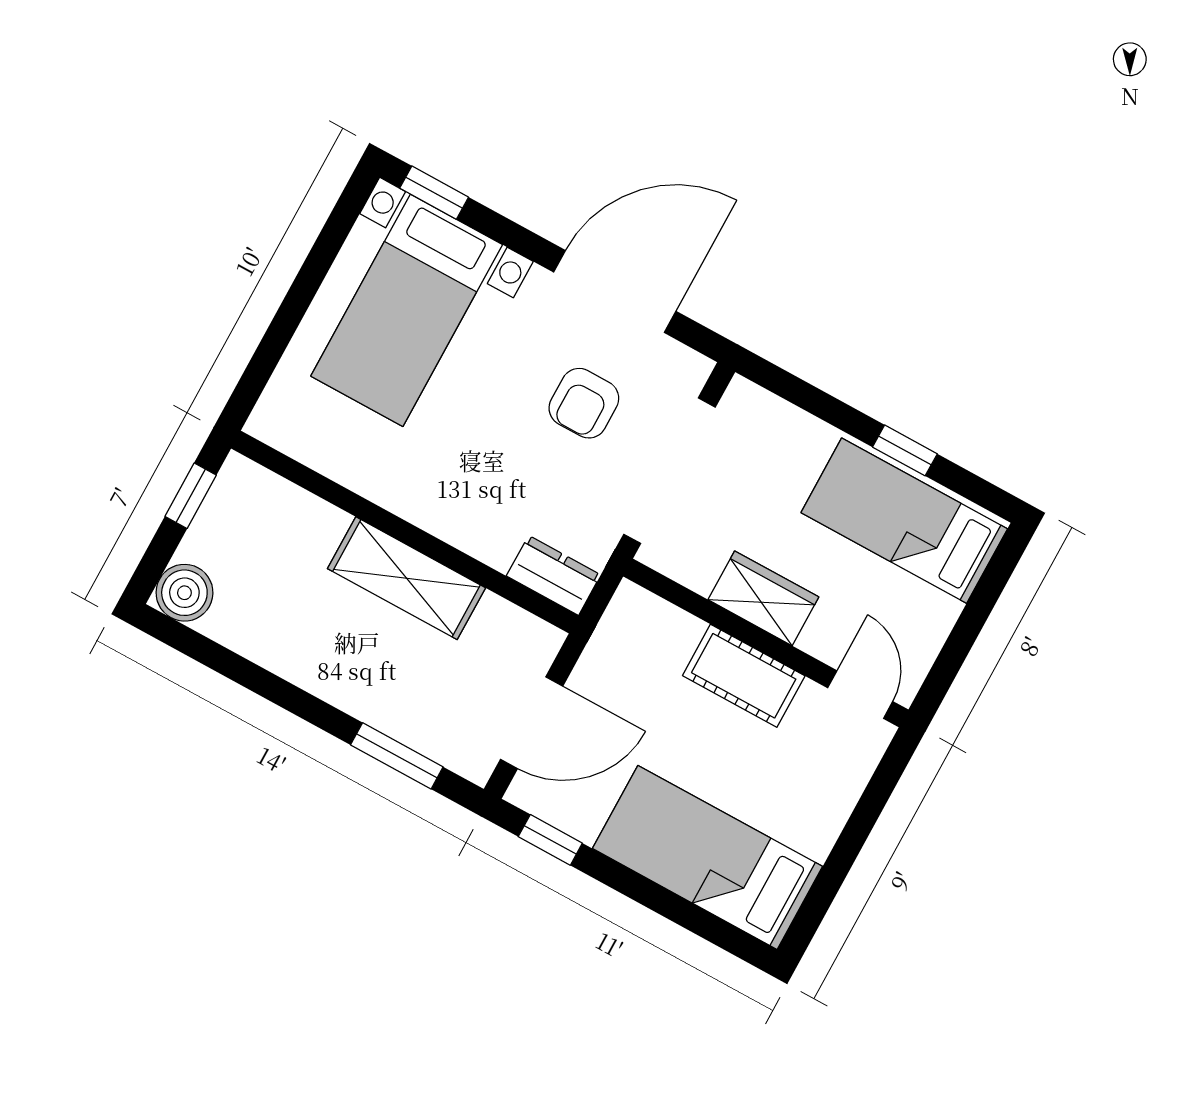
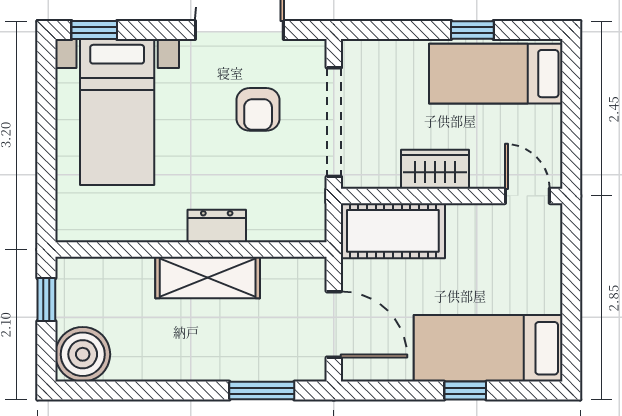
dresser: (554, 575) -> (217, 226), moved
boiler: (184, 593) -> (83, 354), width x1.37, depth x1.37
cot: (744, 676) -> (393, 231), moved, width x1.37, depth x1.34
door: (532, 723) -> (334, 324), hinge flipped
window: (550, 840) -> (465, 391), moved

